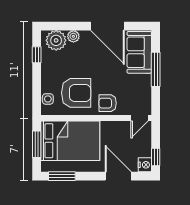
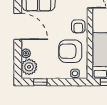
door: (108, 26) -> (18, 26), hinge flipped
armchair: (76, 93) -> (70, 51), turned -90

